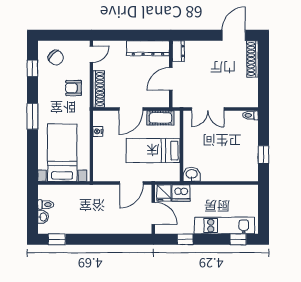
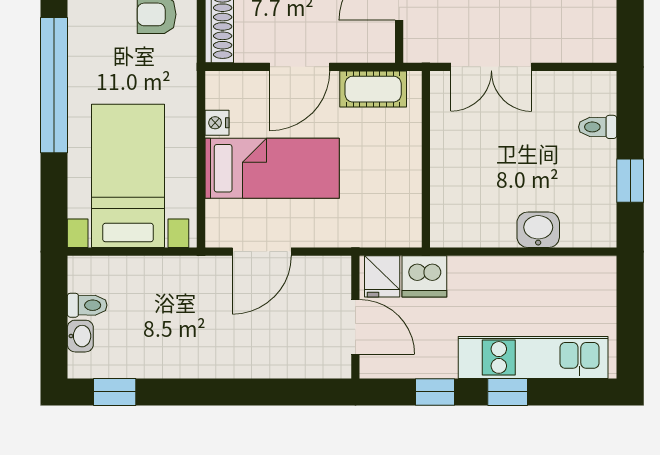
toilet: (250, 115) -> (598, 127), moved
window: (32, 116) -> (54, 85), width x2.11
bed: (153, 151) -> (272, 168), moved, turned 180
washbasin: (192, 174) -> (538, 230), moved
door: (131, 183) -> (262, 252), moved
window: (238, 239) -> (508, 392), moved

